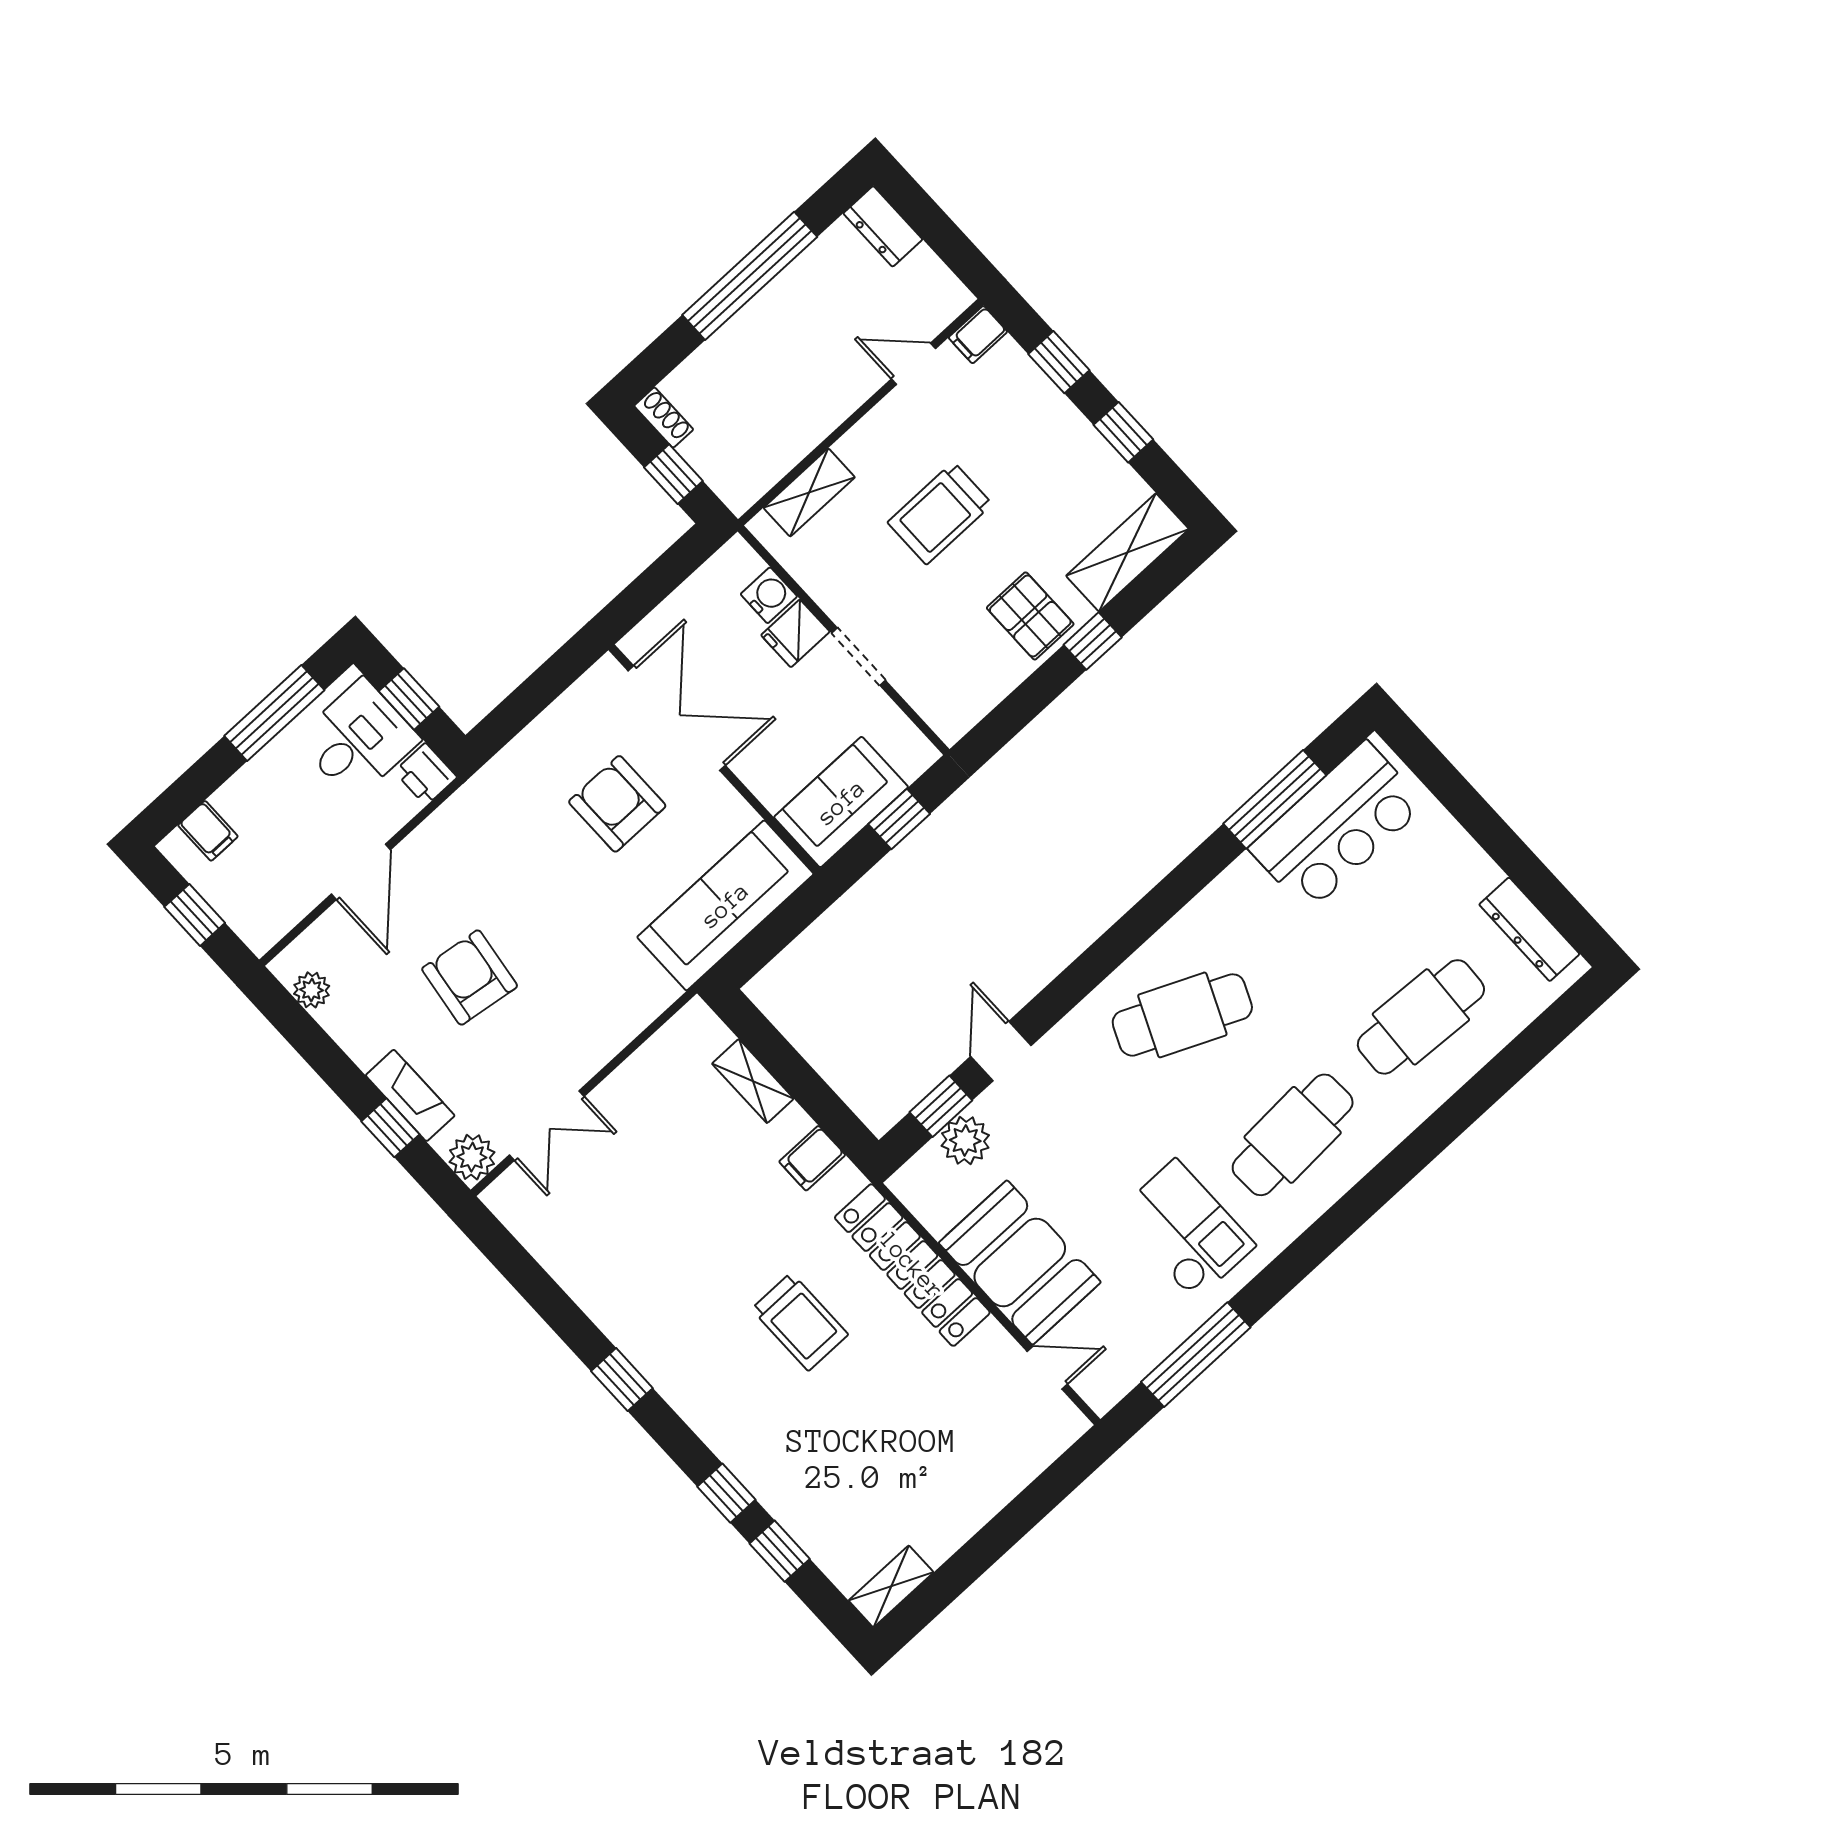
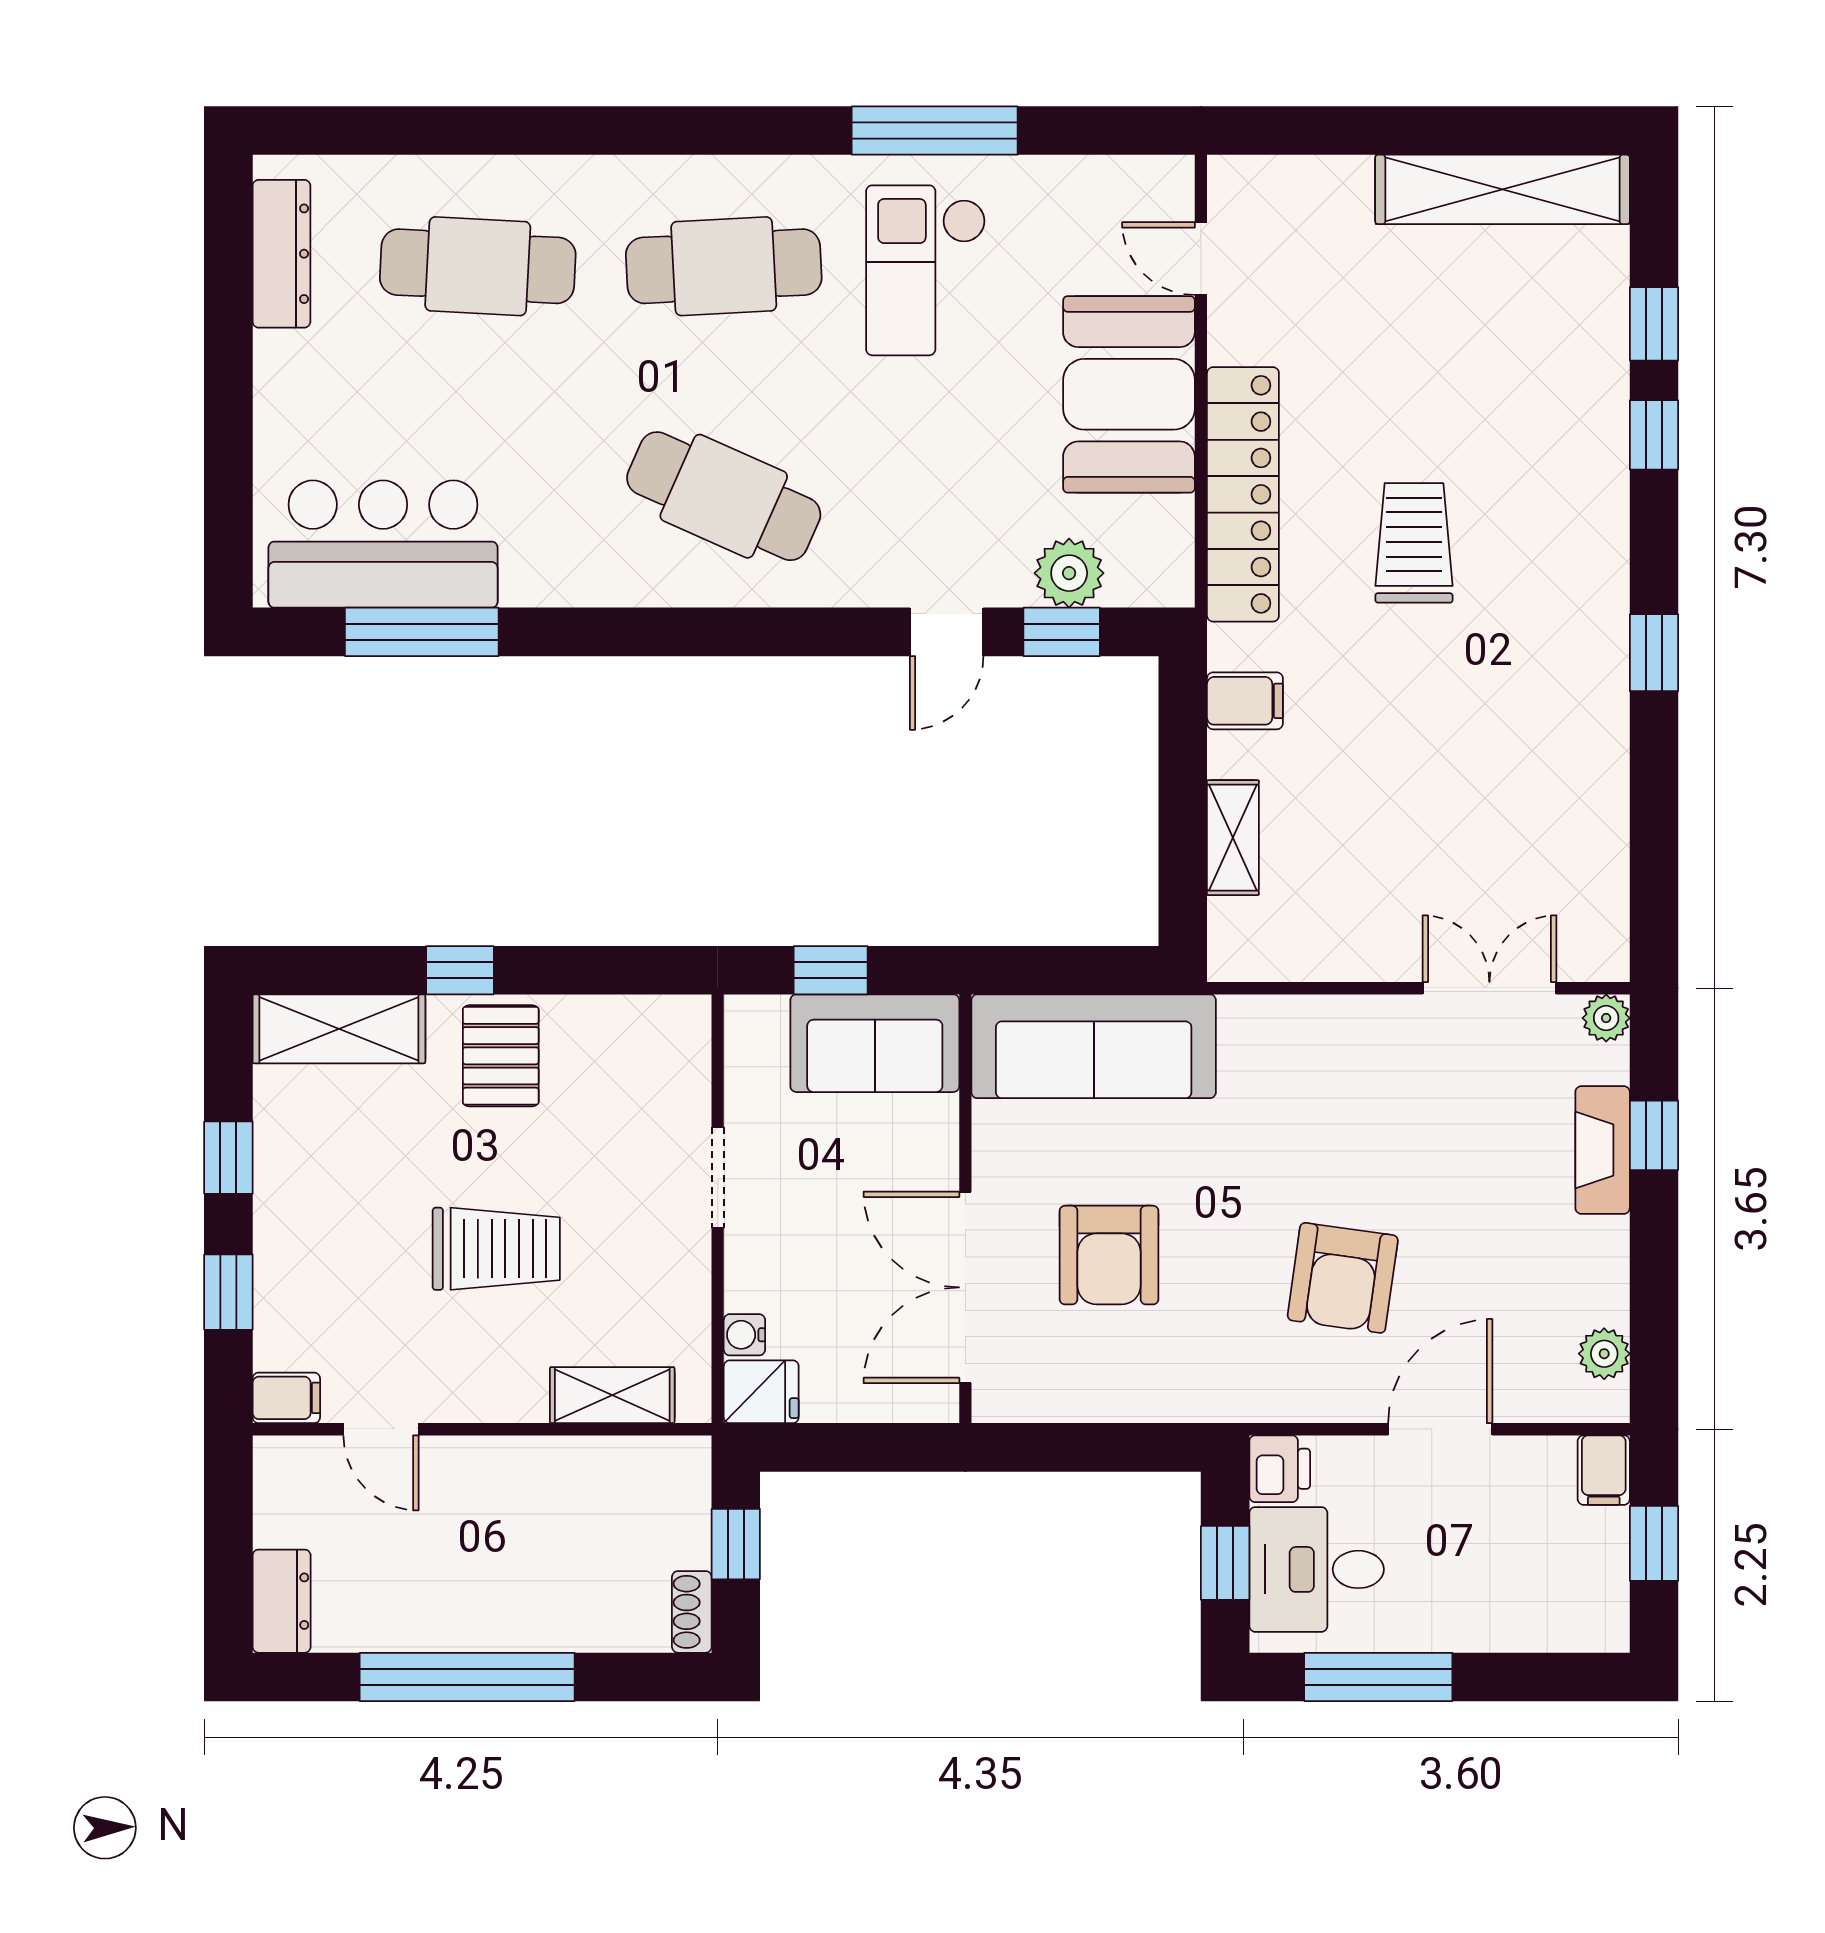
water cooler: (769, 595) -> (744, 1335), width x0.72, depth x0.72
fridge: (795, 633) -> (761, 1392), moved
filing cabinet: (208, 831) -> (1604, 1470), moved, turned 180
armchair: (470, 978) -> (1343, 1278), moved
plant: (472, 1157) -> (1606, 1018), width x0.73, depth x0.73
window: (1196, 1355) -> (935, 131), moved
shelving: (891, 1586) -> (1502, 189), width x2.20, depth x1.33

